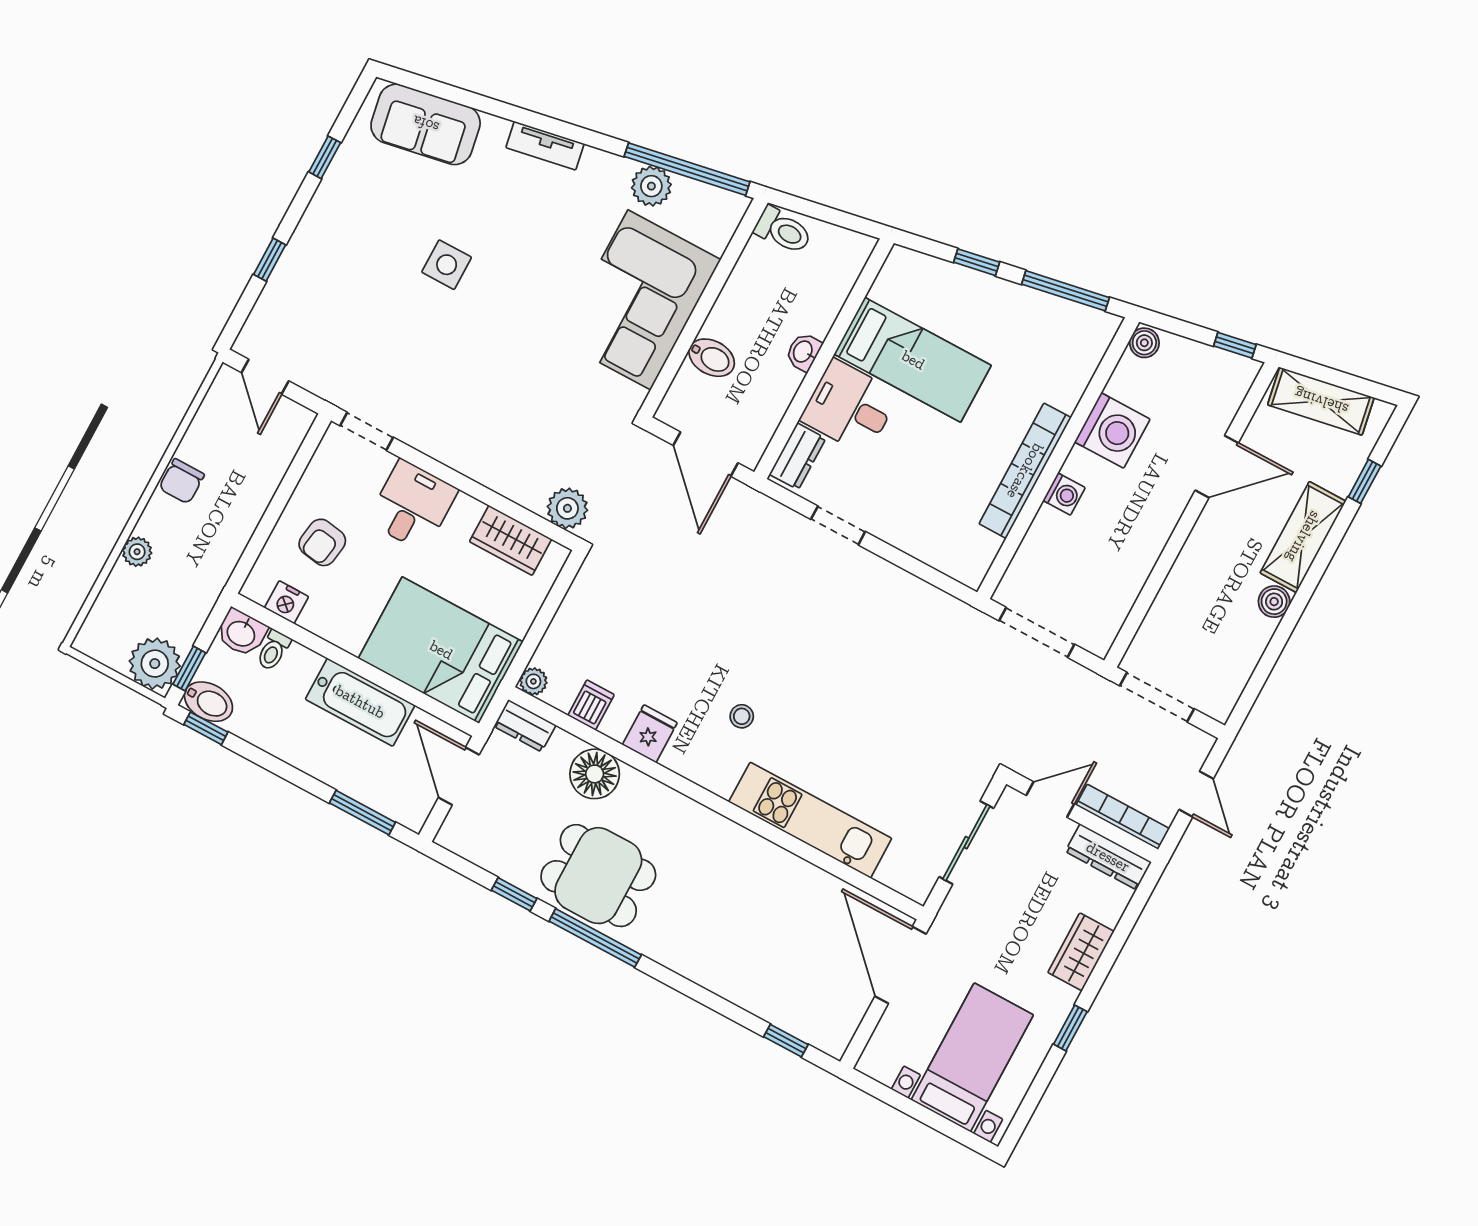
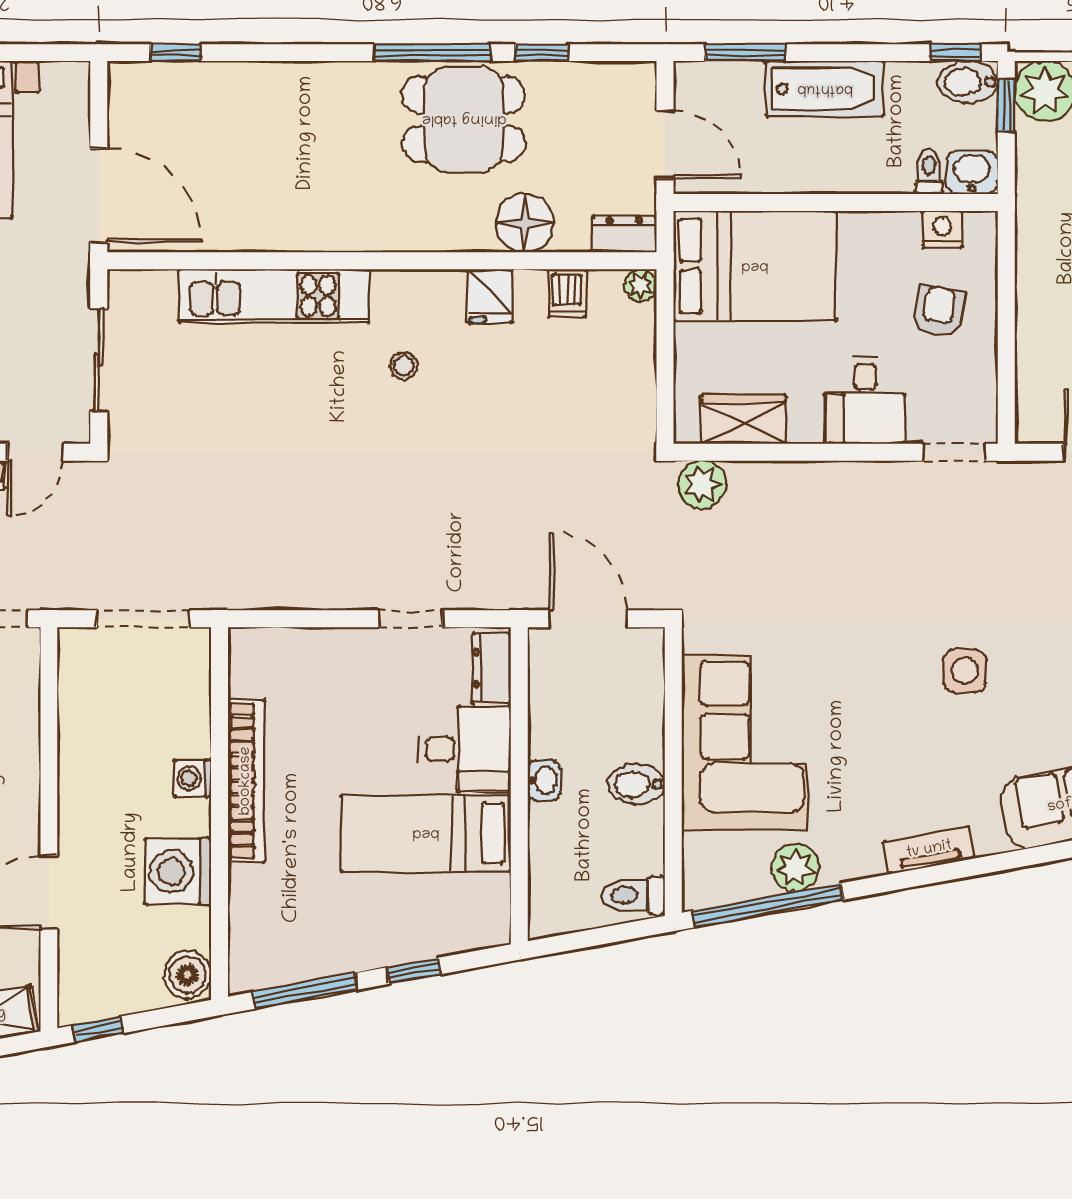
boiler: (1144, 343) -> (187, 975), width x1.36, depth x1.36
bidet: (712, 358) -> (636, 784), moved
bathtub: (360, 702) -> (825, 89), moved, turned 180

